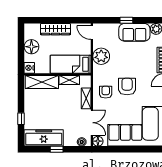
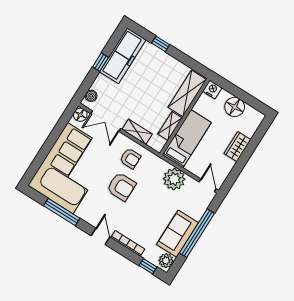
window: (126, 20) -> (197, 233), width x3.17
wardrobe: (55, 29) -> (237, 147), width x0.67
door: (92, 33) -> (208, 185), hinge flipped

